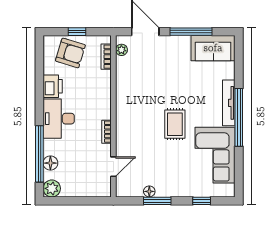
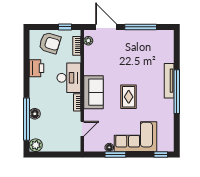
window: (77, 32) -> (65, 27), moved
sofa: (213, 48) -> (94, 92), moved, turned -90
desk: (59, 119) -> (69, 78), moved, turned 180
corner sofa: (215, 155) -> (135, 137), moved, turned 90
floor lamp: (50, 163) -> (35, 114), moved
window: (202, 201) -> (161, 154), moved

